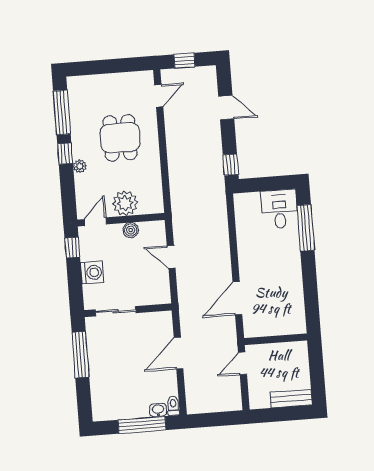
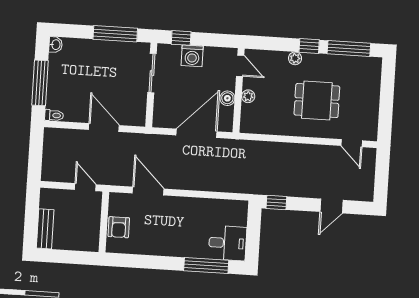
window: (185, 61) -> (382, 172), removed
plant: (125, 203) -> (248, 96), width x0.53, depth x0.53
window: (72, 248) -> (181, 38), moved
door: (171, 257) -> (196, 133), width x1.87
armchair: (279, 323) -> (119, 227), added
washbasin: (158, 410) -> (56, 45), moved

